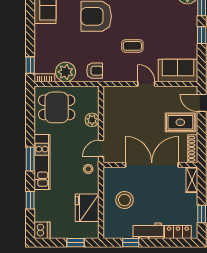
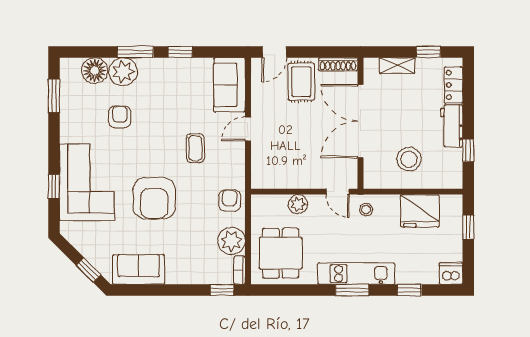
shelving: (192, 180) -> (397, 66), moved

